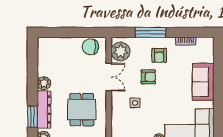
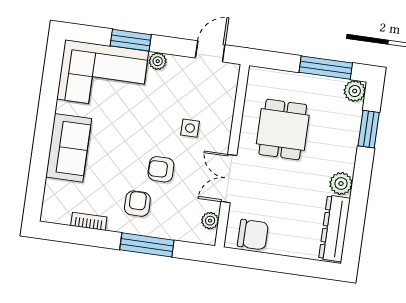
plant: (120, 51) -> (210, 221), width x0.53, depth x0.53
dresser: (44, 110) -> (335, 228), moved

